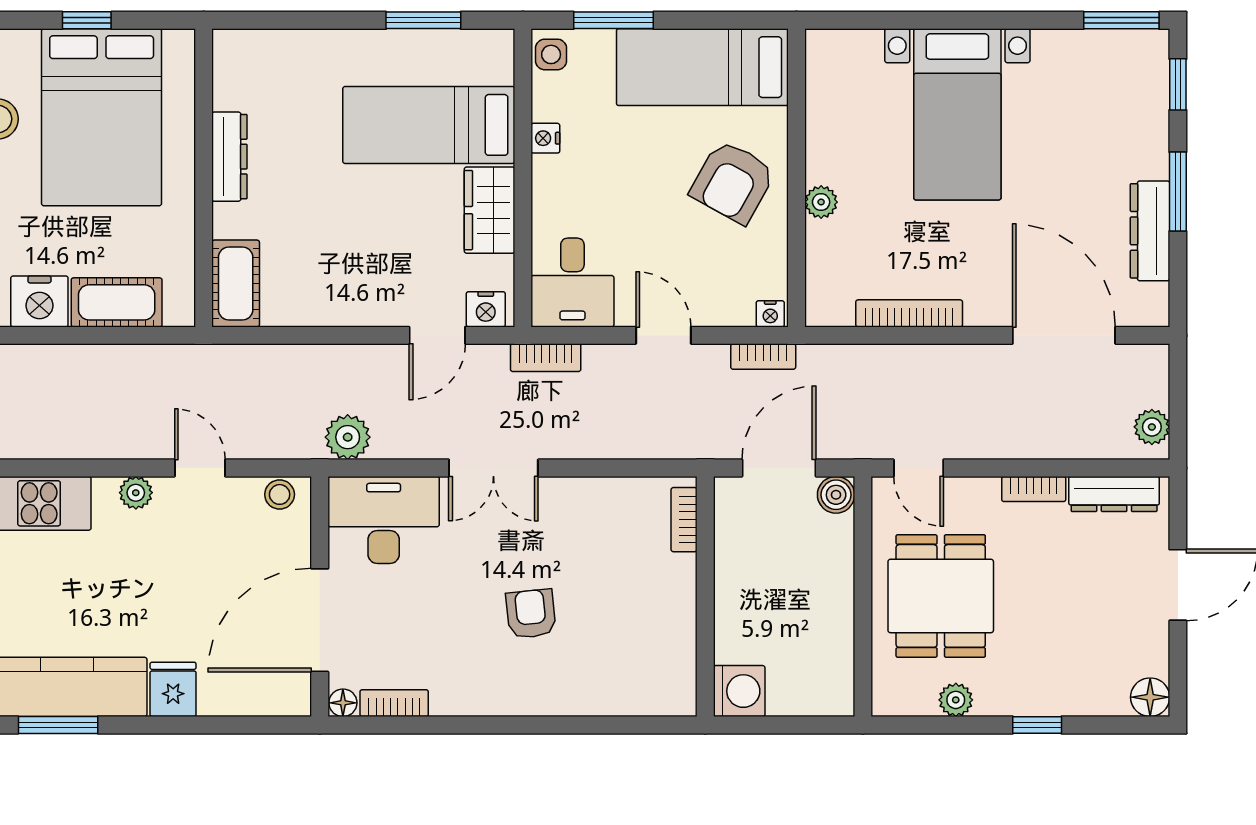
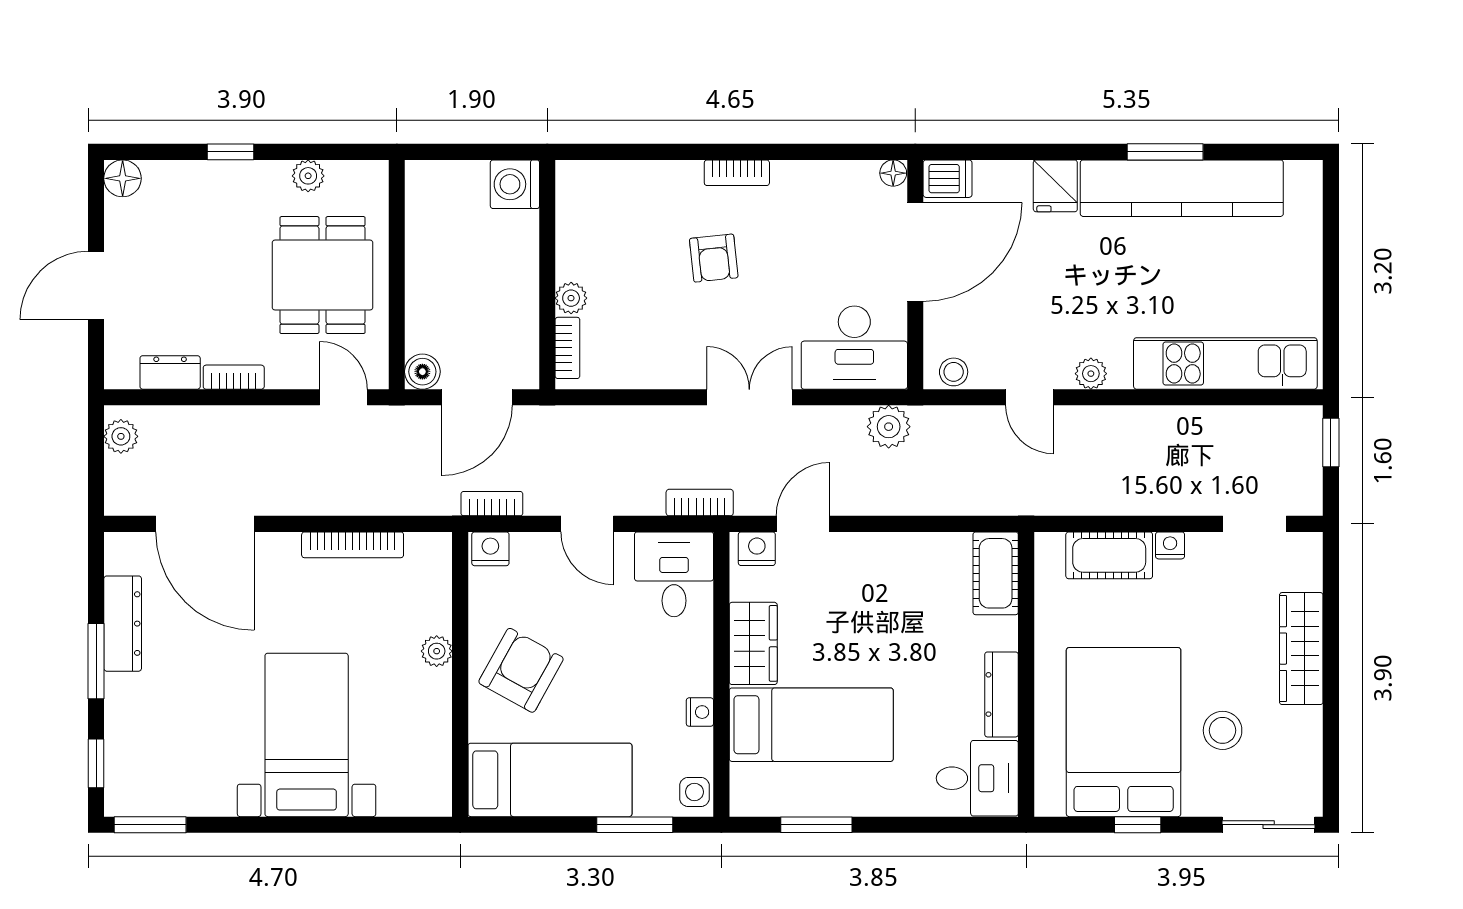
desk: (255, 69) -> (977, 778), added
nightstand: (39, 301) -> (1170, 545), width x0.53, depth x0.56
nightstand: (770, 314) -> (490, 549), width x1.39, depth x1.35
dresser: (1114, 494) -> (170, 372), width x0.70
plant: (680, 572) -> (571, 298), added
dishwasher: (286, 697) -> (948, 179), added
bookcase: (394, 703) -> (737, 173), moved

